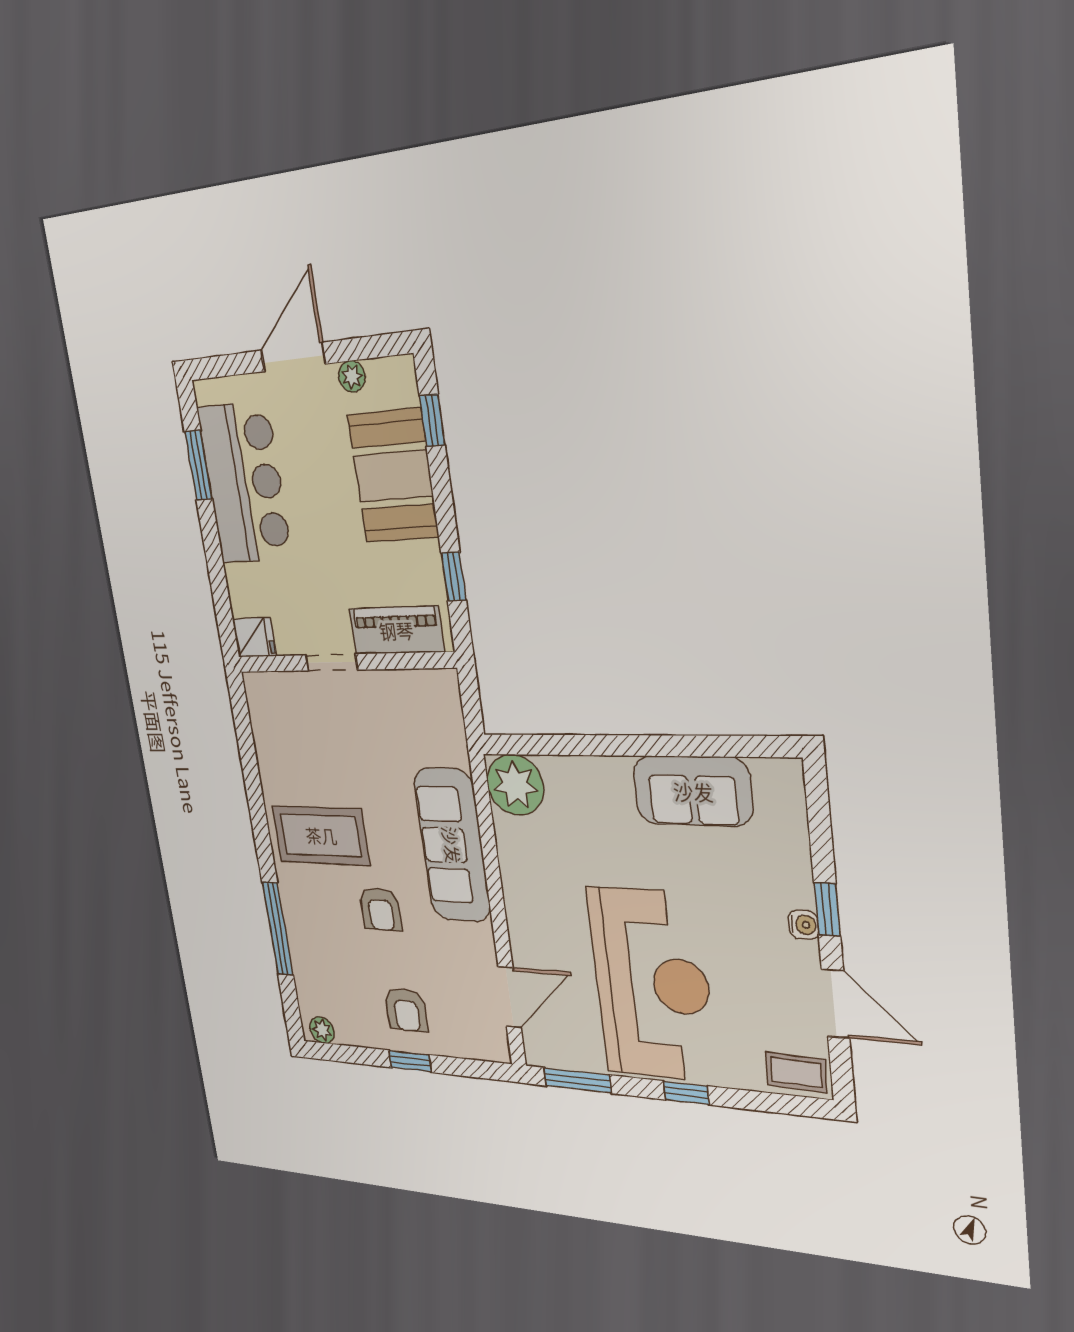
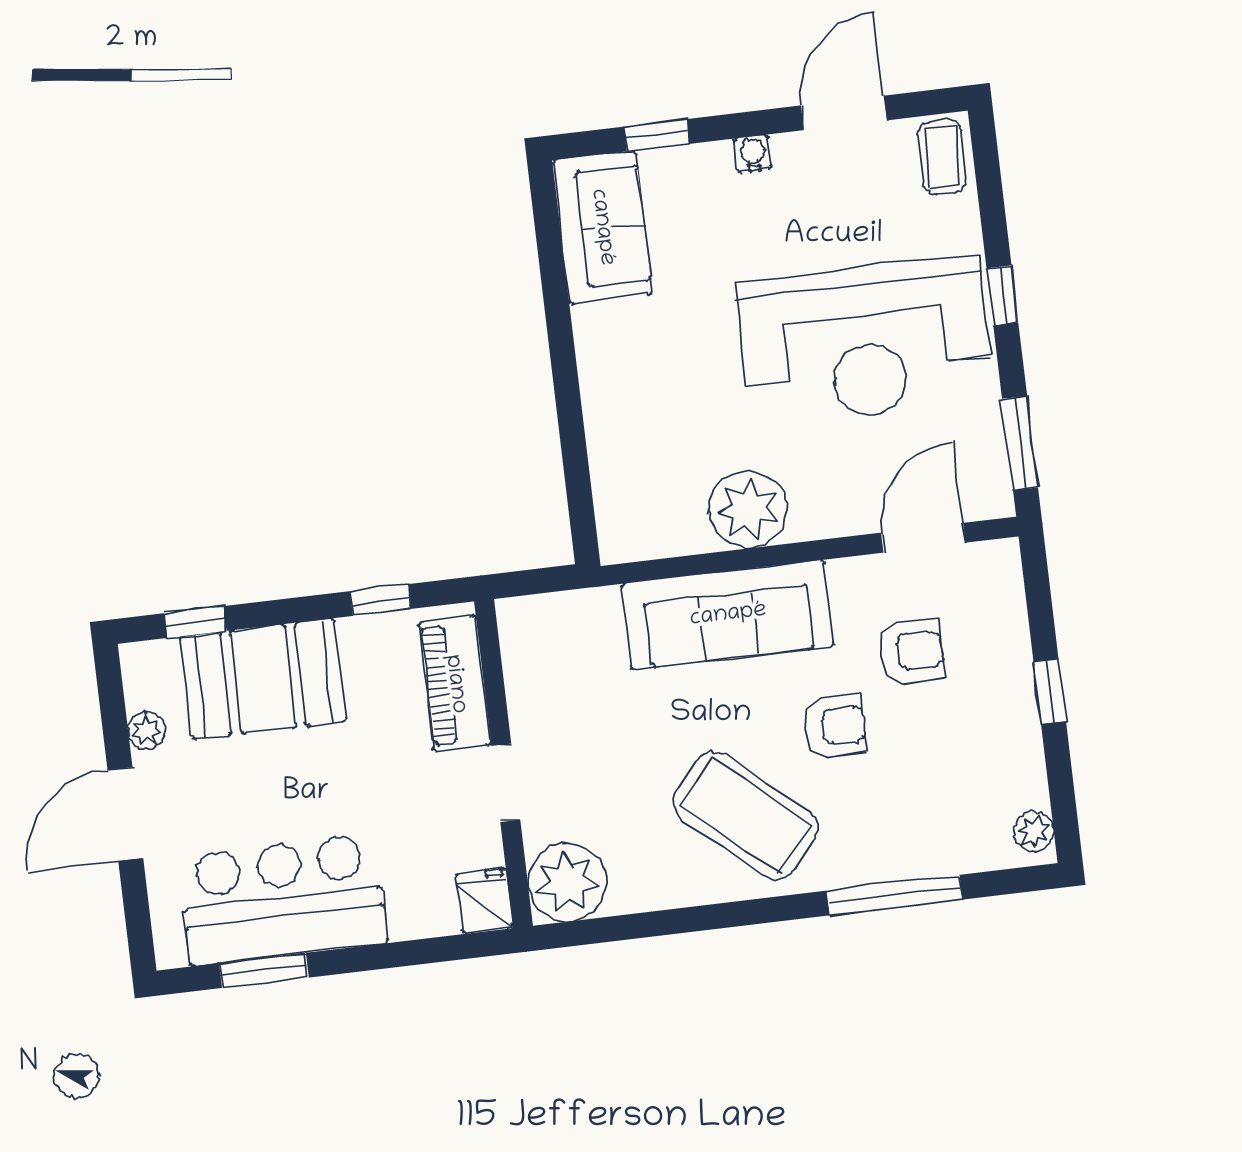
door: (293, 357) -> (125, 814), hinge flipped
plant: (270, 700) -> (567, 882), added
plant: (515, 785) -> (748, 509), moved
sofa: (693, 791) -> (602, 227), moved
coffee table: (321, 835) -> (746, 815), turned -49
window: (827, 909) -> (657, 135), moved
reception desk: (652, 984) -> (865, 341), turned 180
door: (510, 997) -> (923, 538), hinge flipped
armchair: (406, 1010) -> (911, 652), moved

